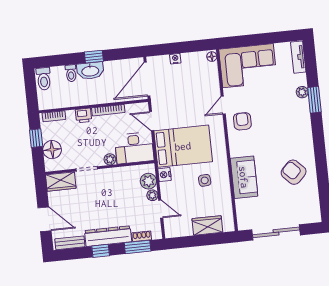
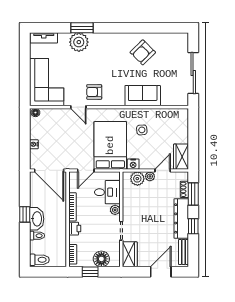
plant: (302, 92) -> (79, 42), width x1.88, depth x1.88
desk: (134, 148) -> (107, 192), width x0.73
wardrobe: (207, 225) -> (181, 157), moved

